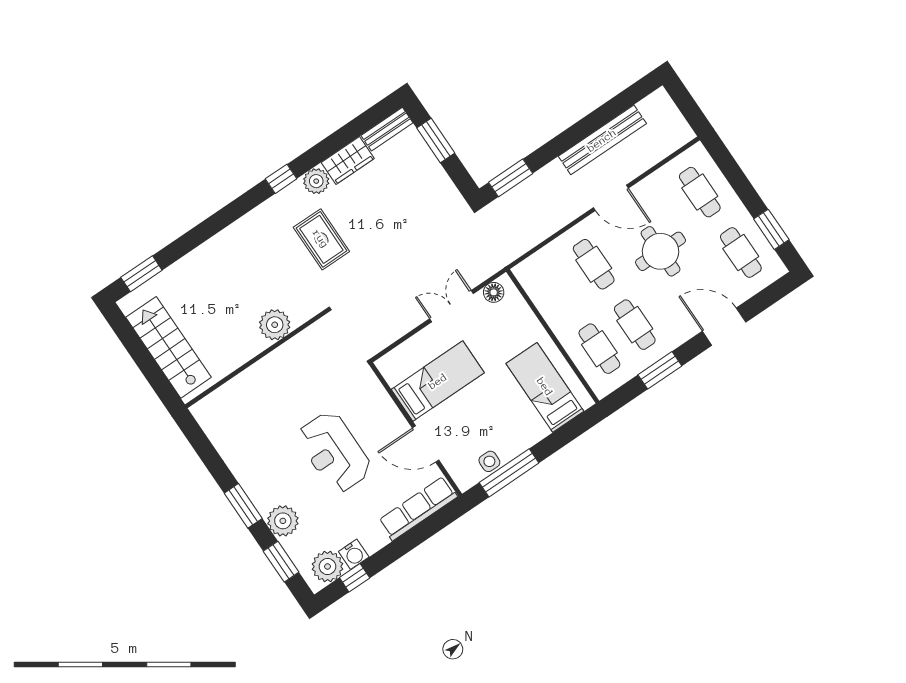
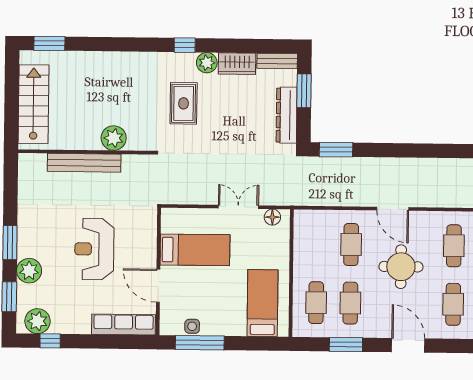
bench: (602, 140) -> (84, 163), moved
dresser: (435, 178) -> (287, 115), added
water cooler: (354, 554) -> (60, 325), removed

